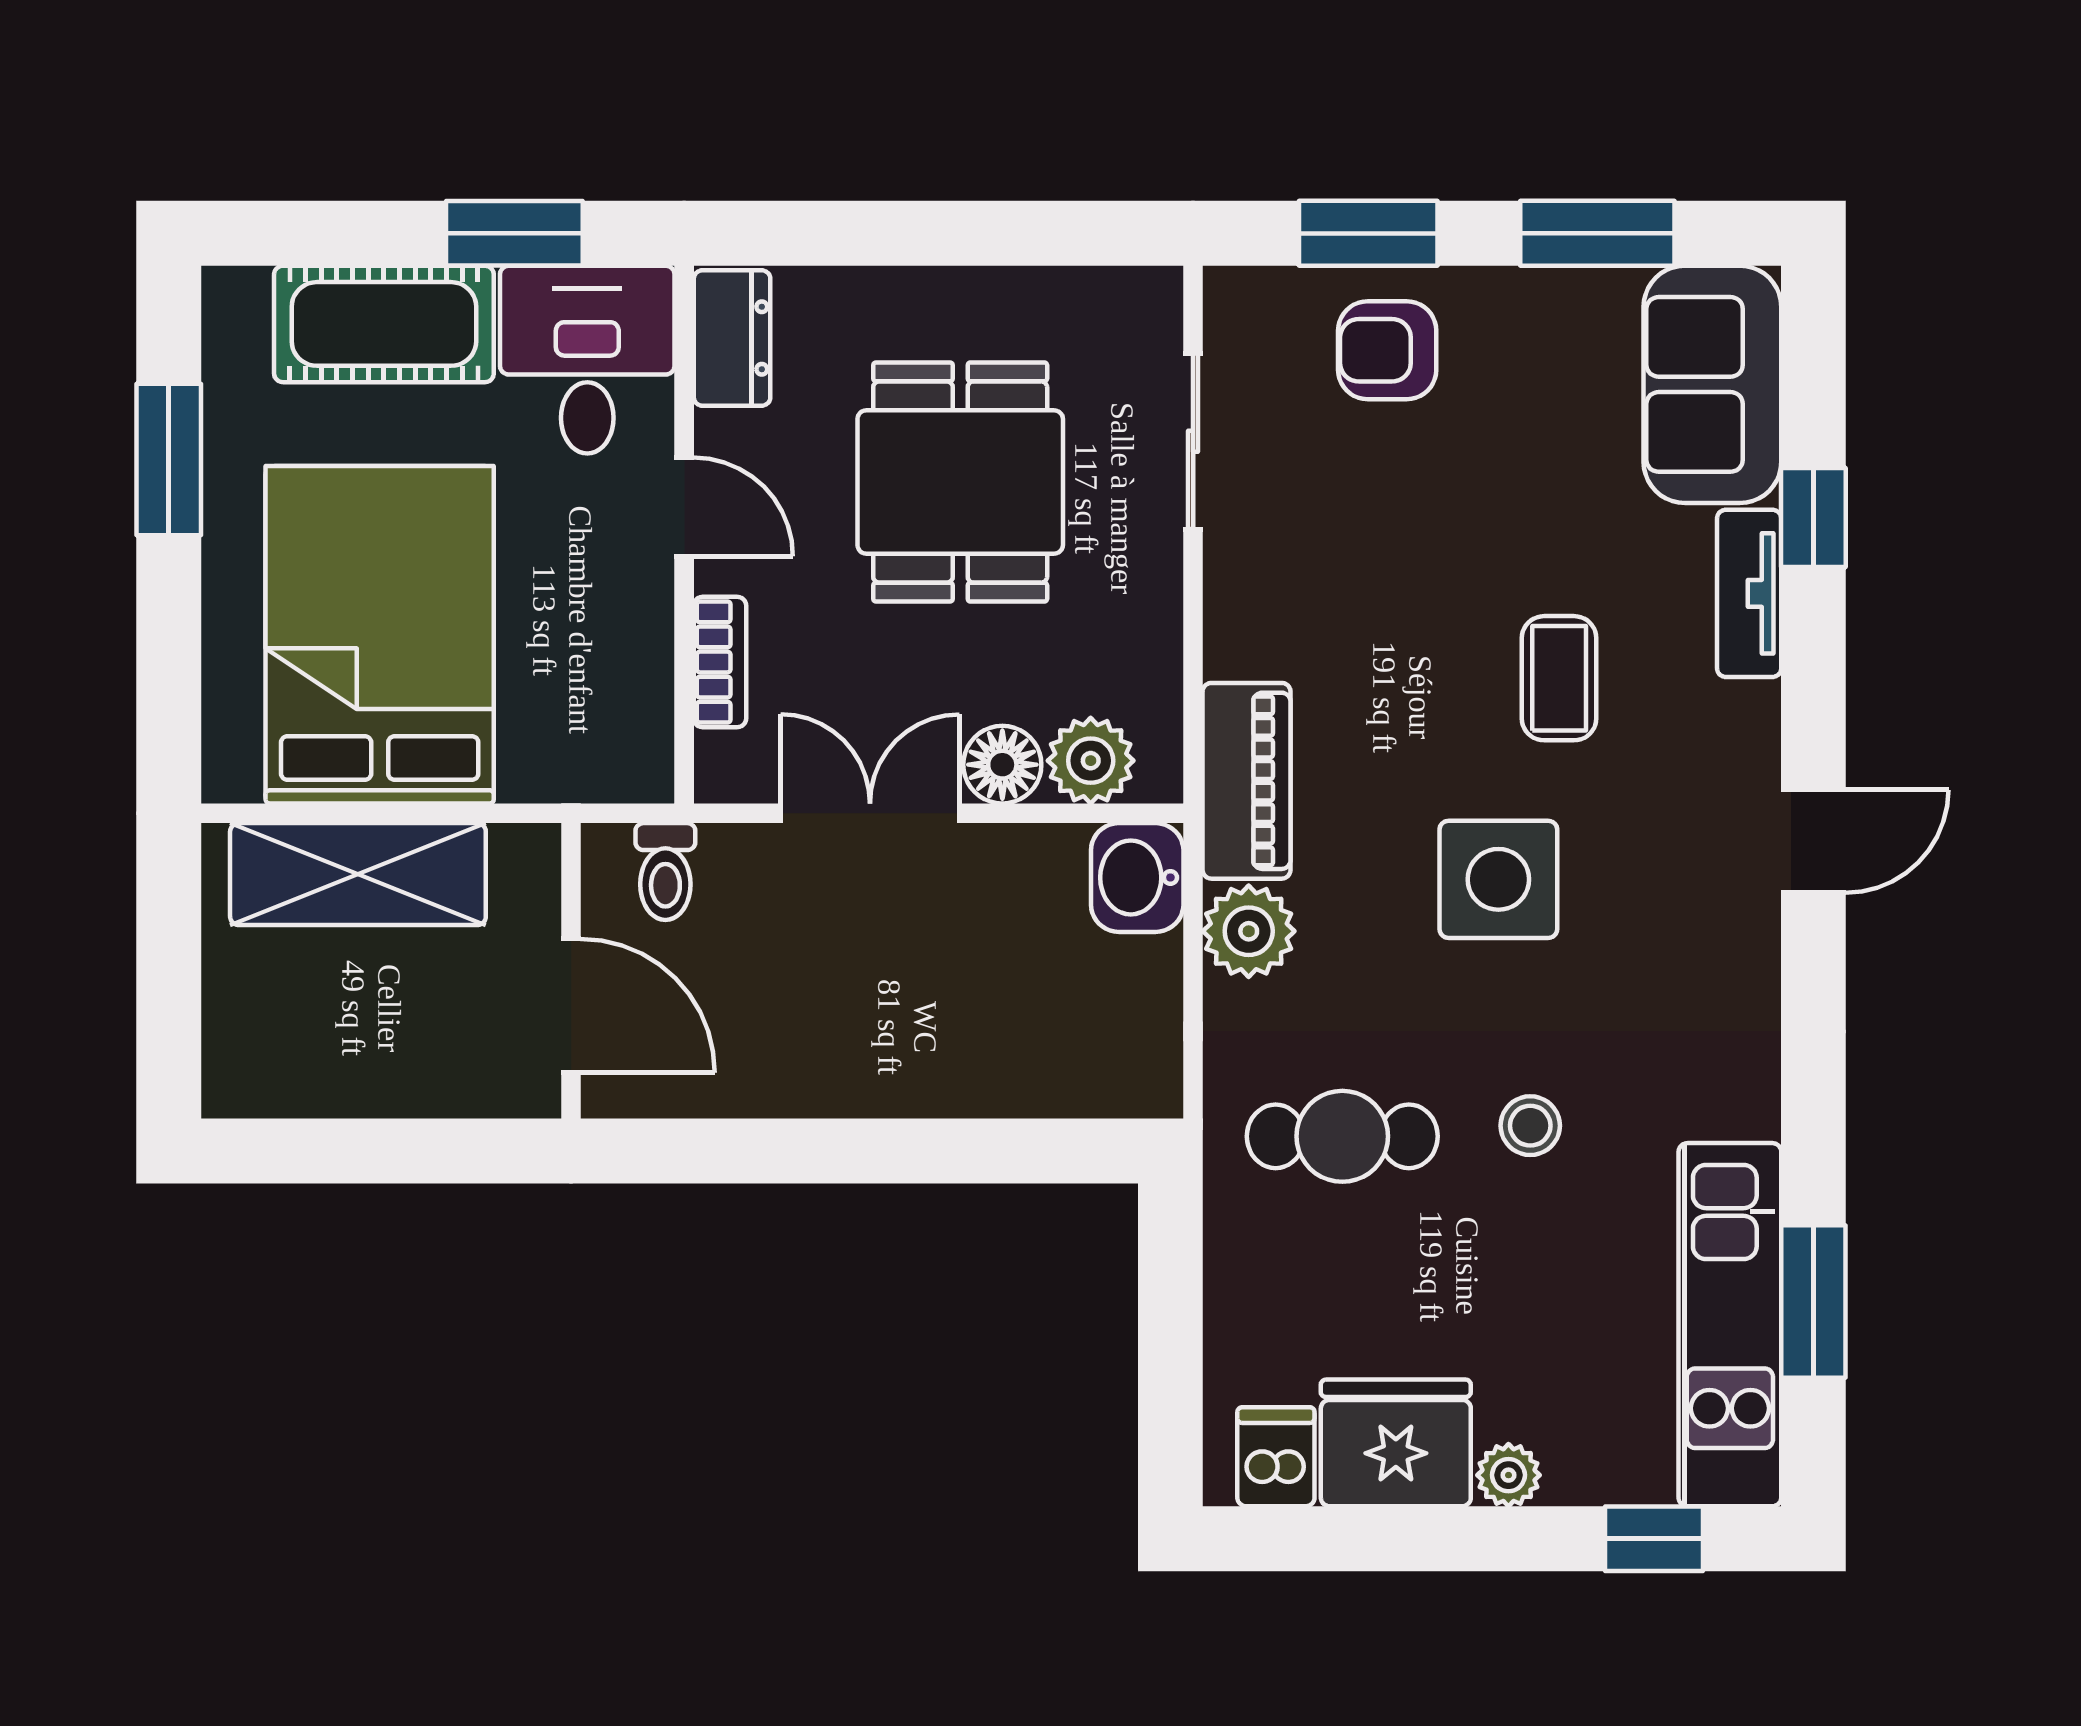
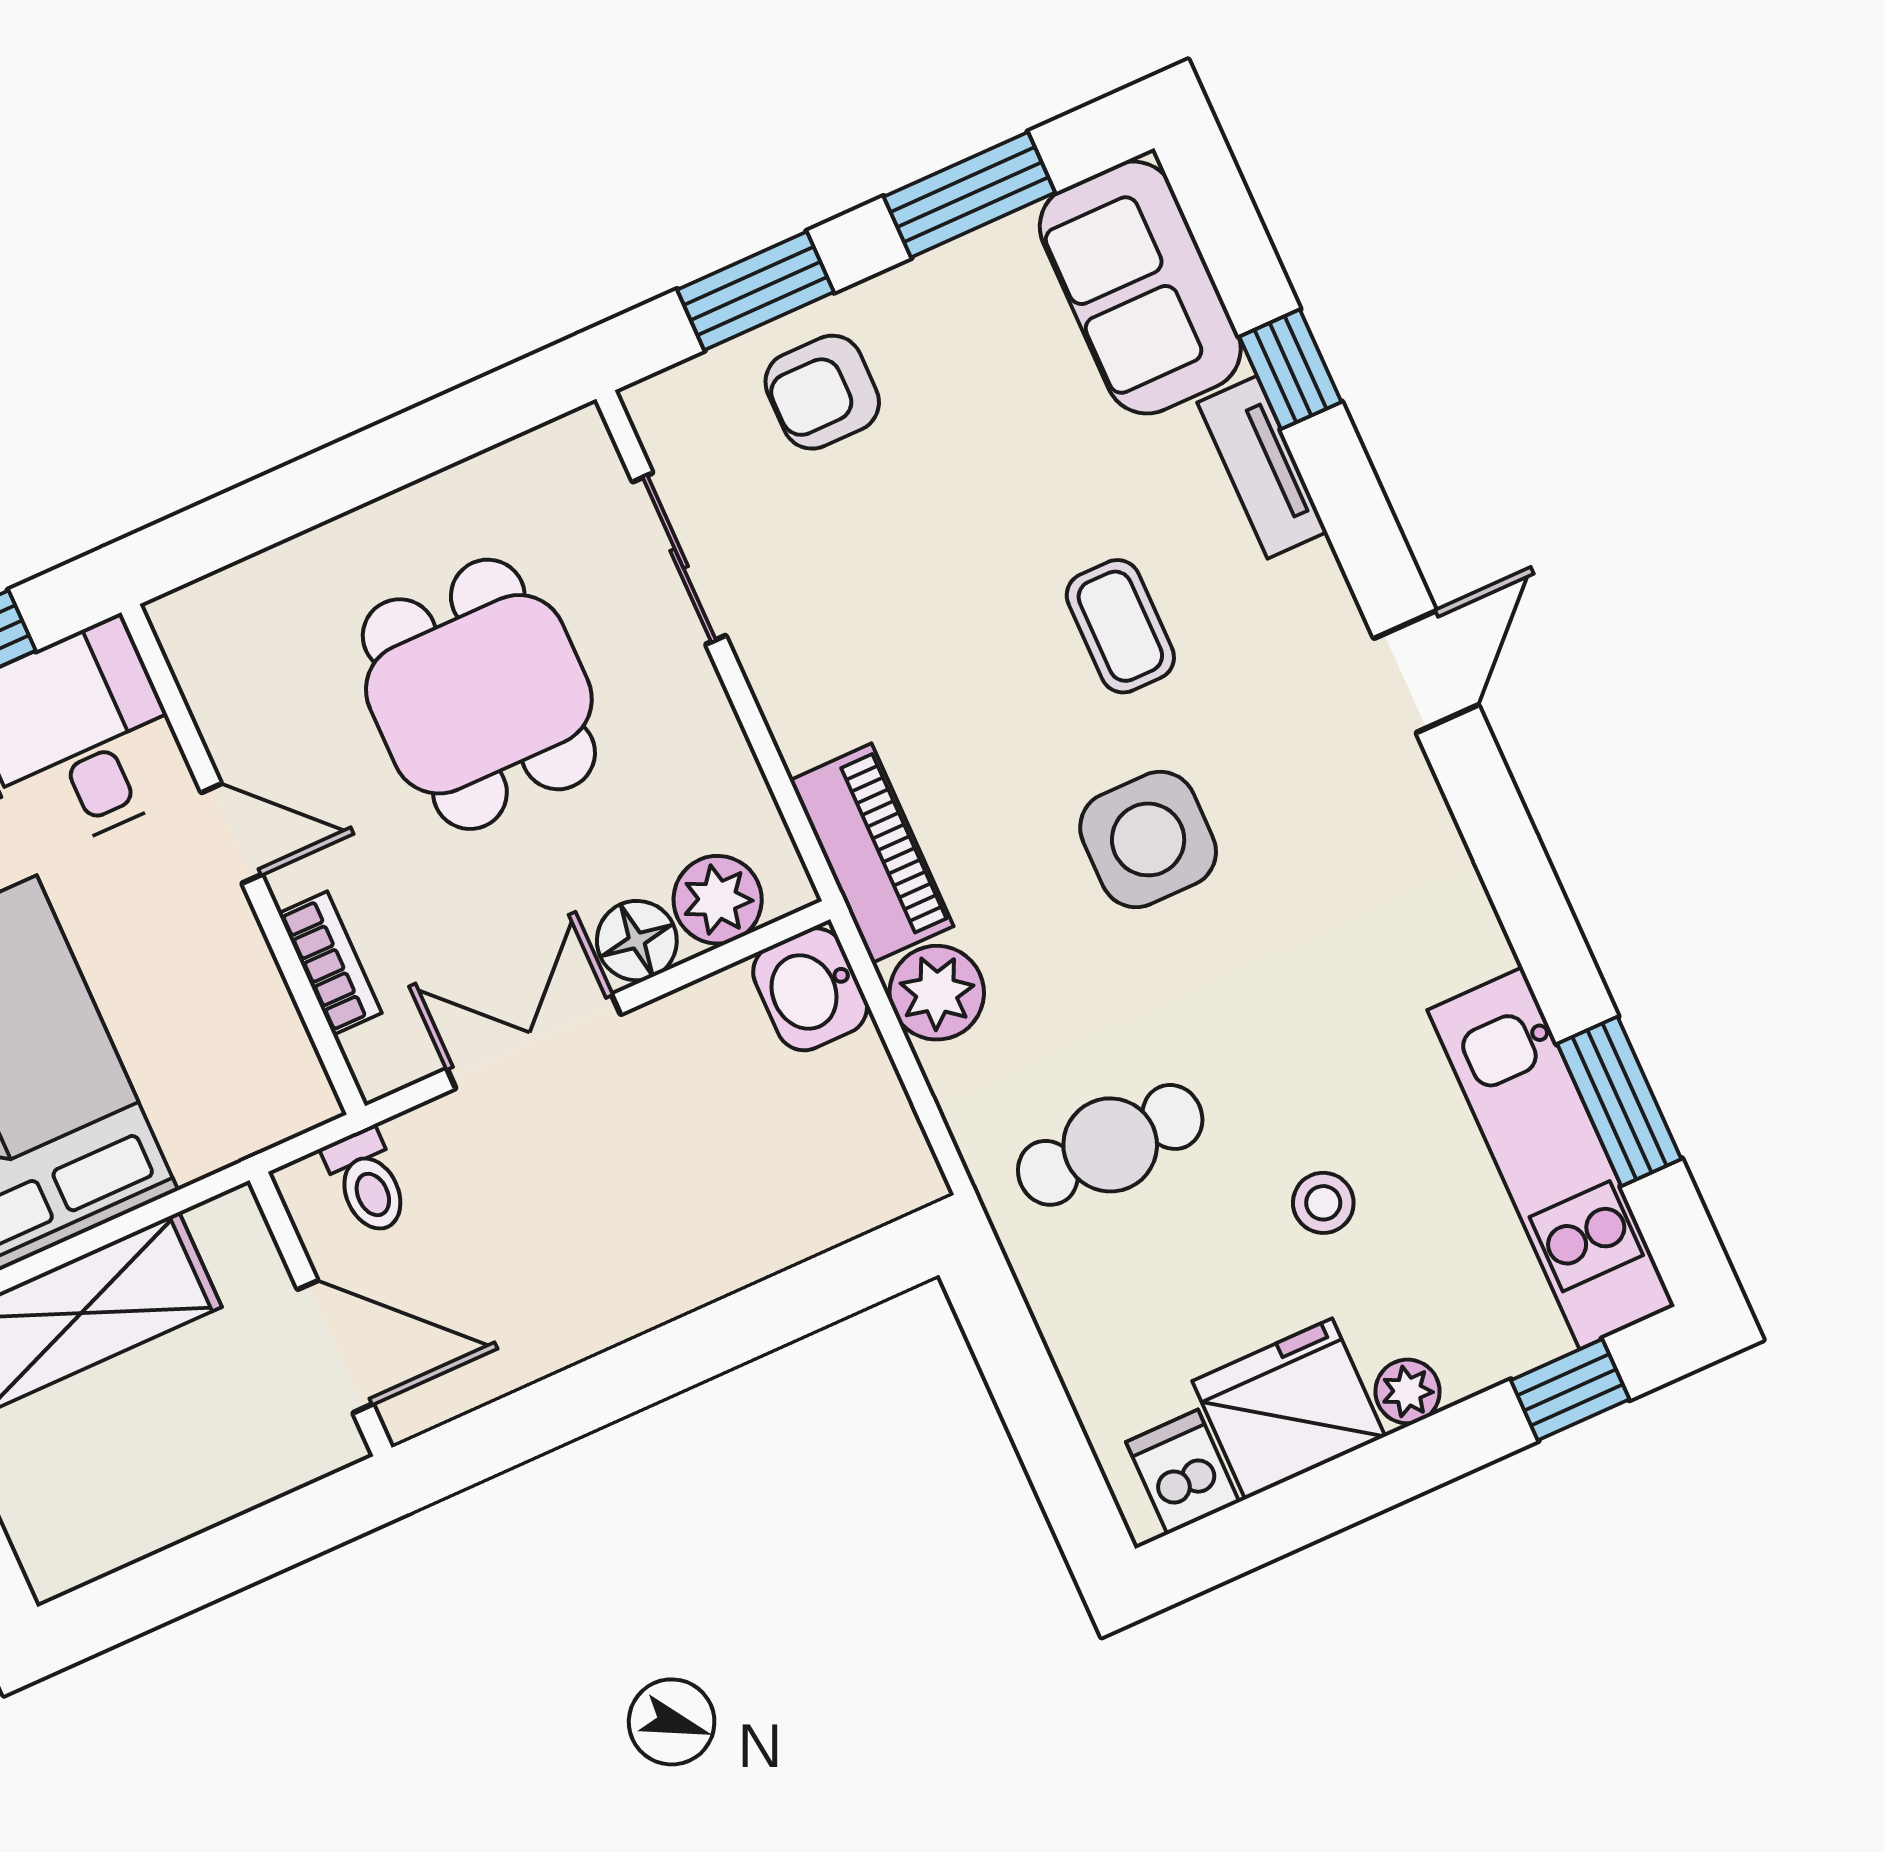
dresser: (732, 338) -> (205, 656), removed
stool: (1530, 1126) -> (1323, 1203), moved

